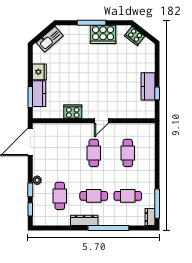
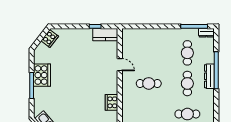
cooker: (135, 36) -> (50, 38), moved
kitchen counter: (148, 86) -> (105, 35), moved
door: (101, 121) -> (120, 65), moved
cafe table: (128, 153) -> (149, 53), removed
dresser: (84, 220) -> (209, 76), moved

